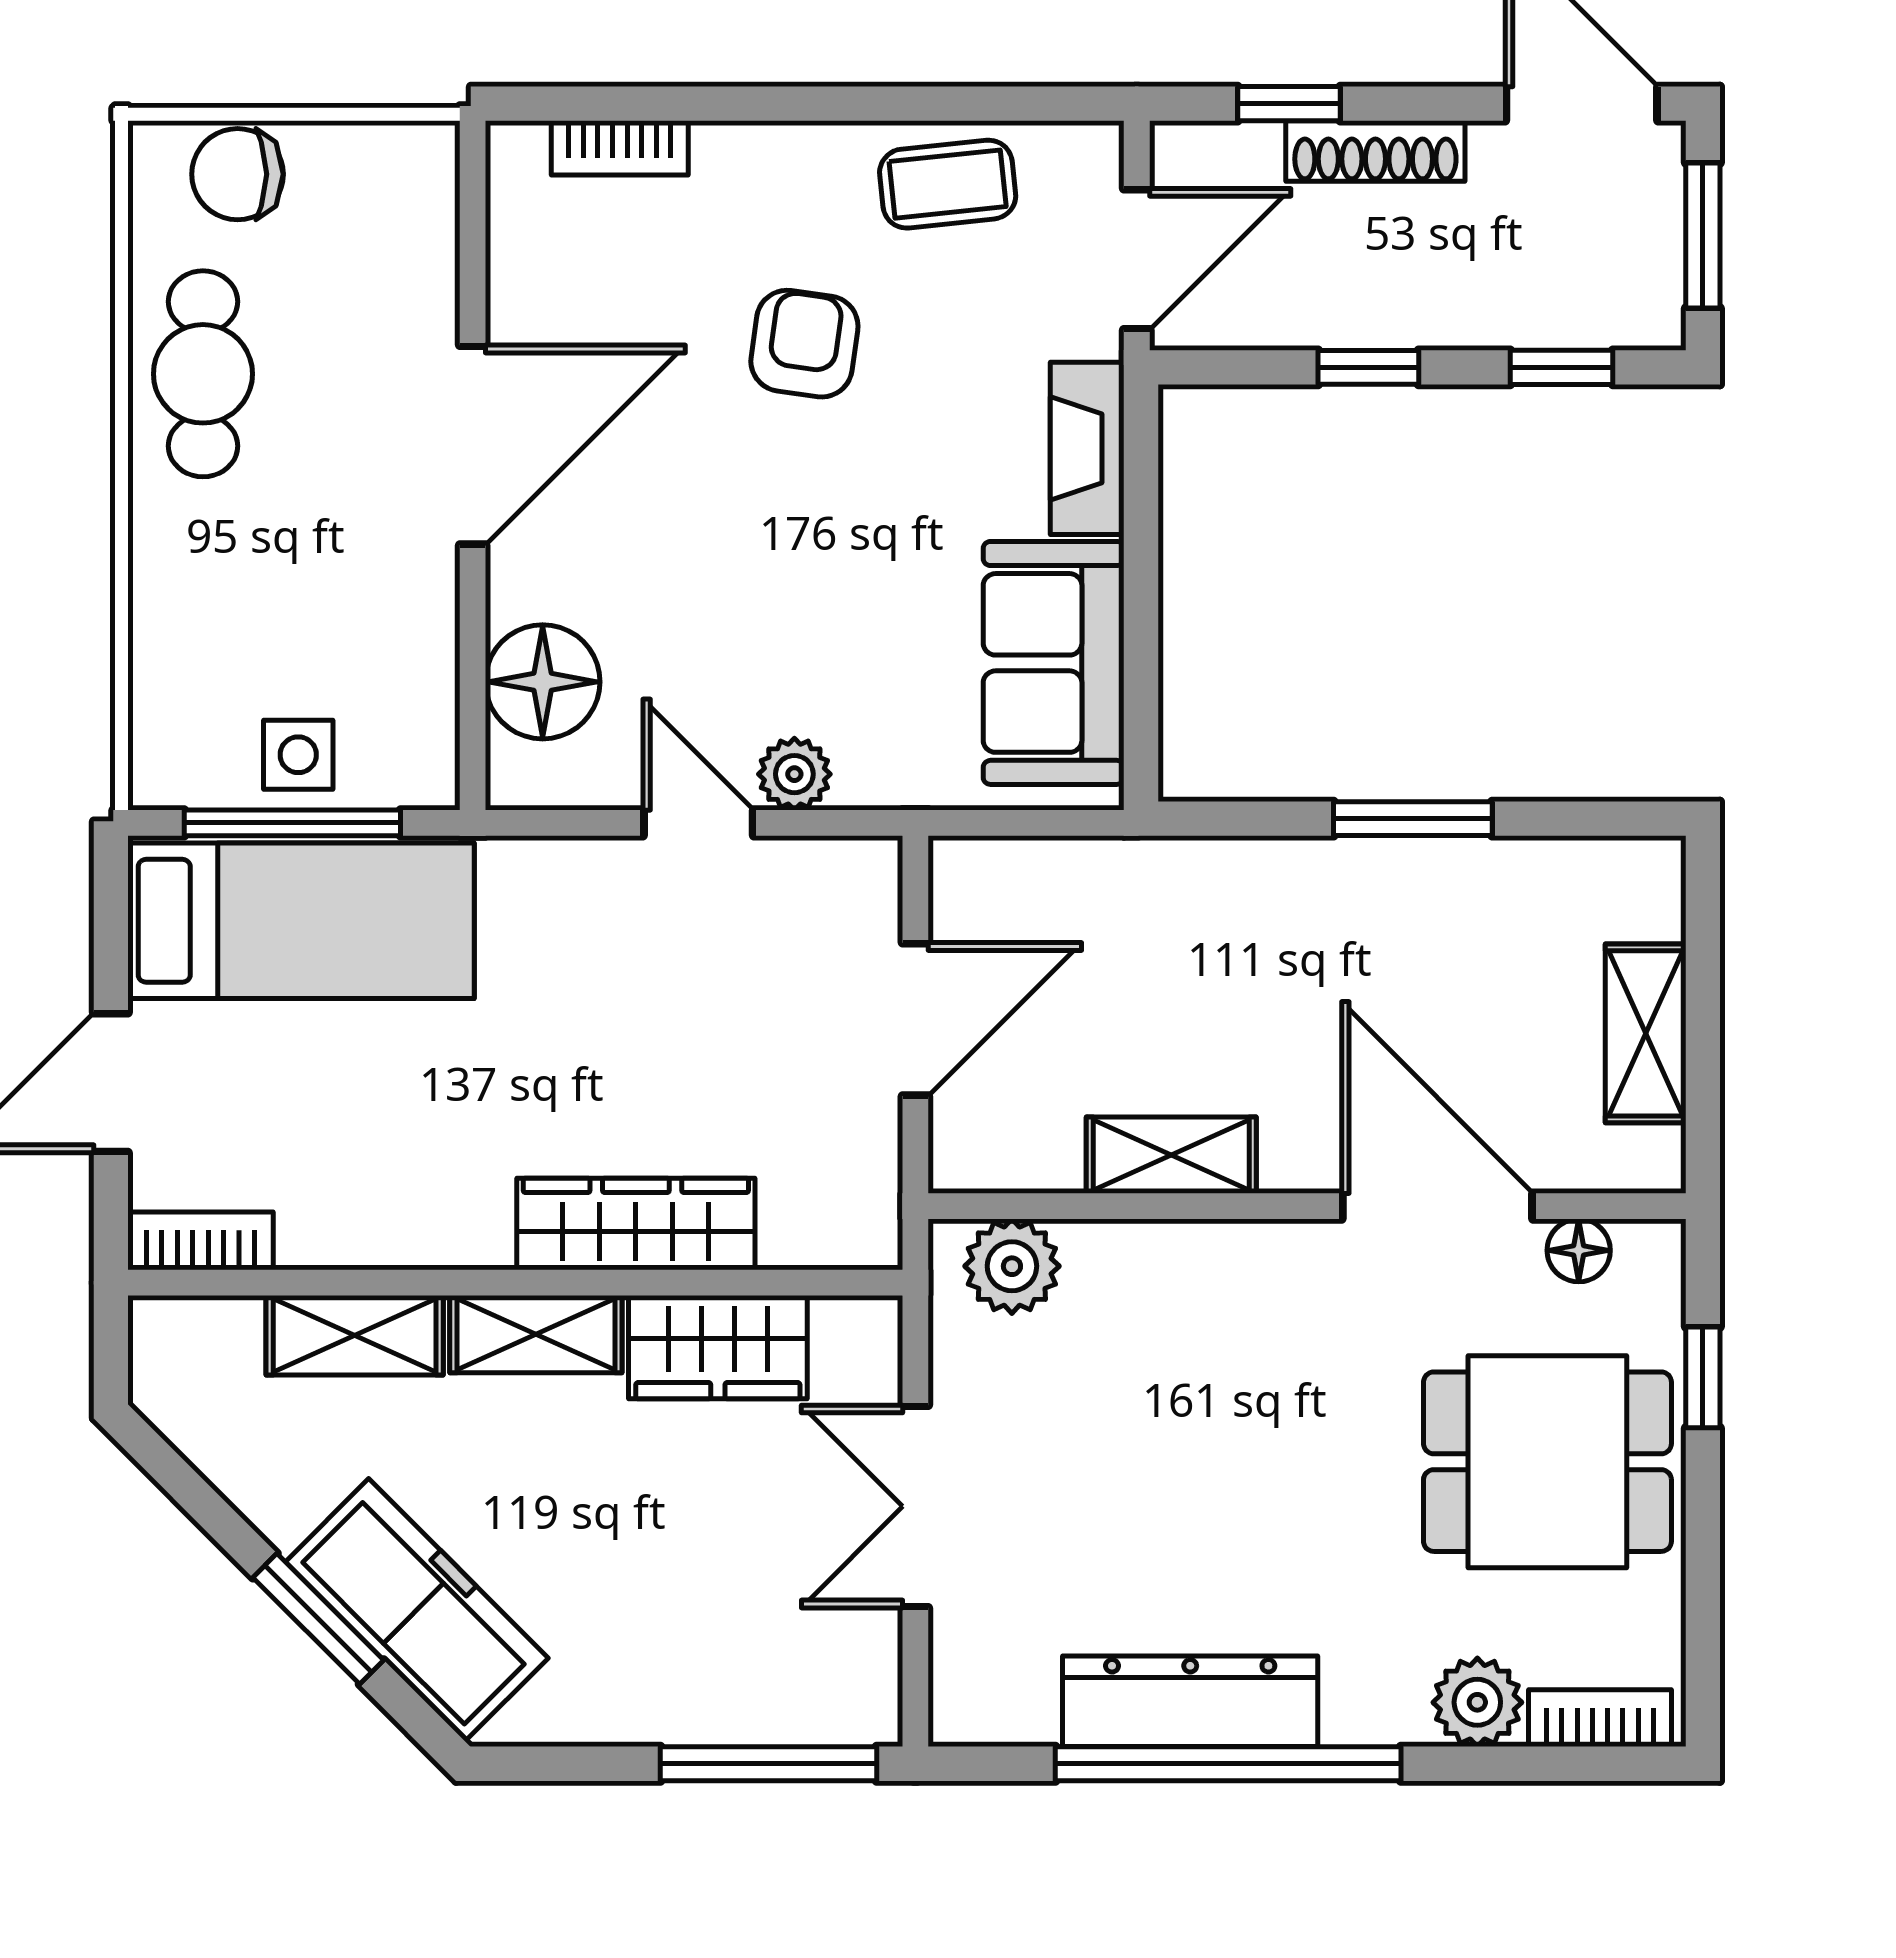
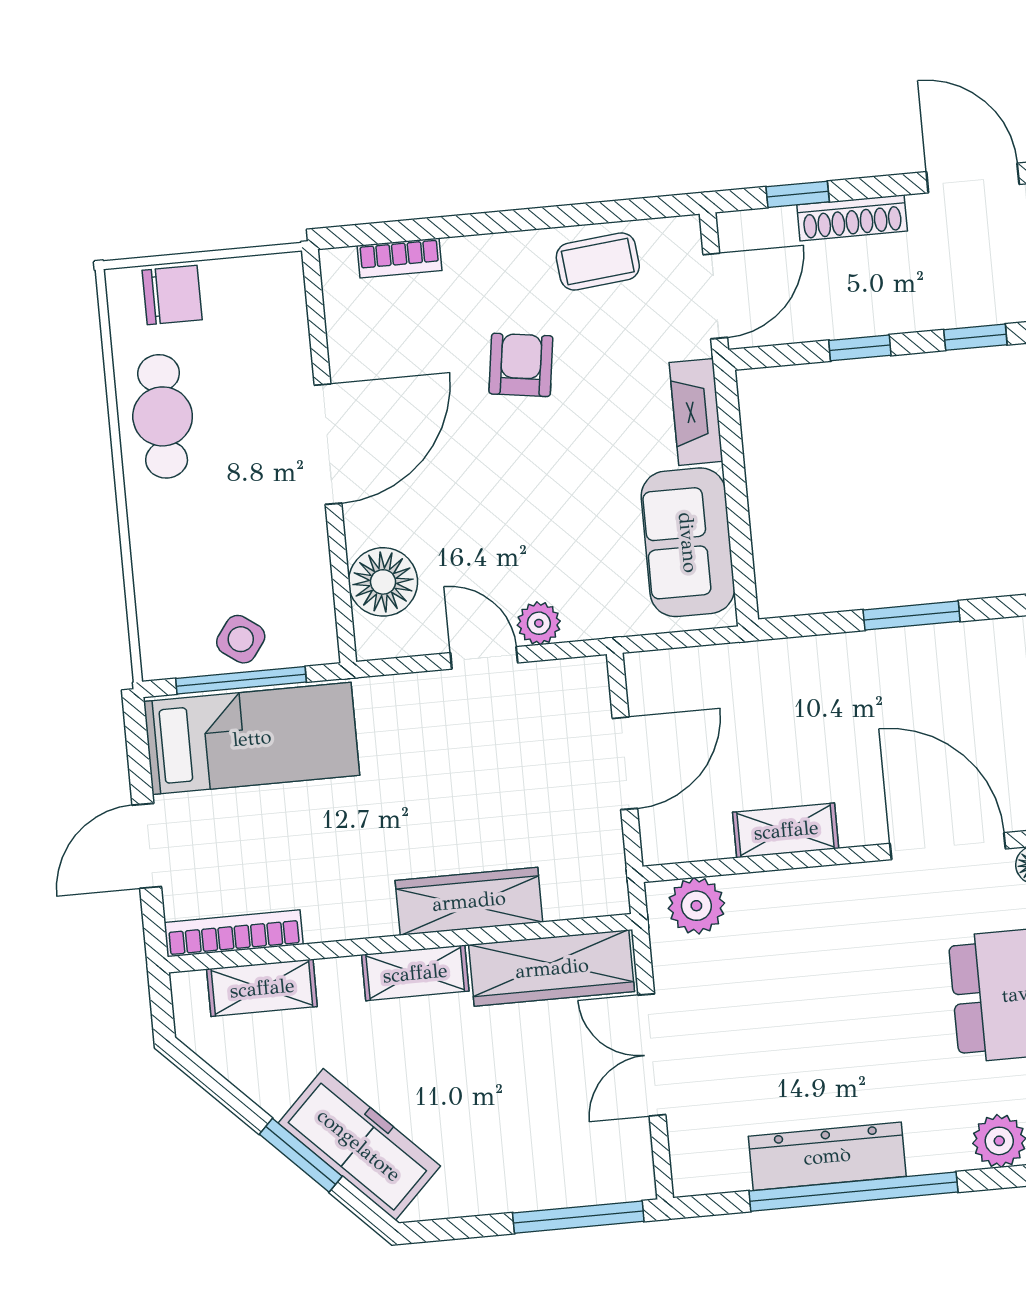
chair: (238, 174) -> (172, 295), turned 180
side table: (298, 755) -> (241, 639), turned 36
bookcase: (200, 1241) -> (234, 933), width x1.56
shelving: (355, 1335) -> (262, 988), moved
wardrobe: (718, 1347) -> (552, 968), width x1.50

